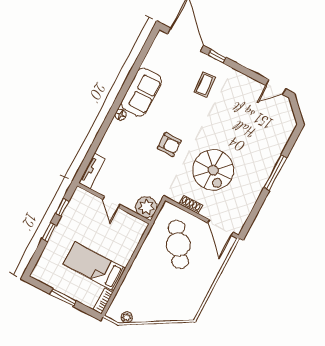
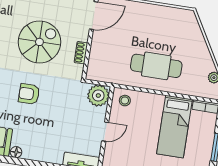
armchair: (169, 145) -> (29, 94), turned -90
stool: (134, 229) -> (125, 101), added
cafe table: (178, 244) -> (156, 66), moved, turned 34

